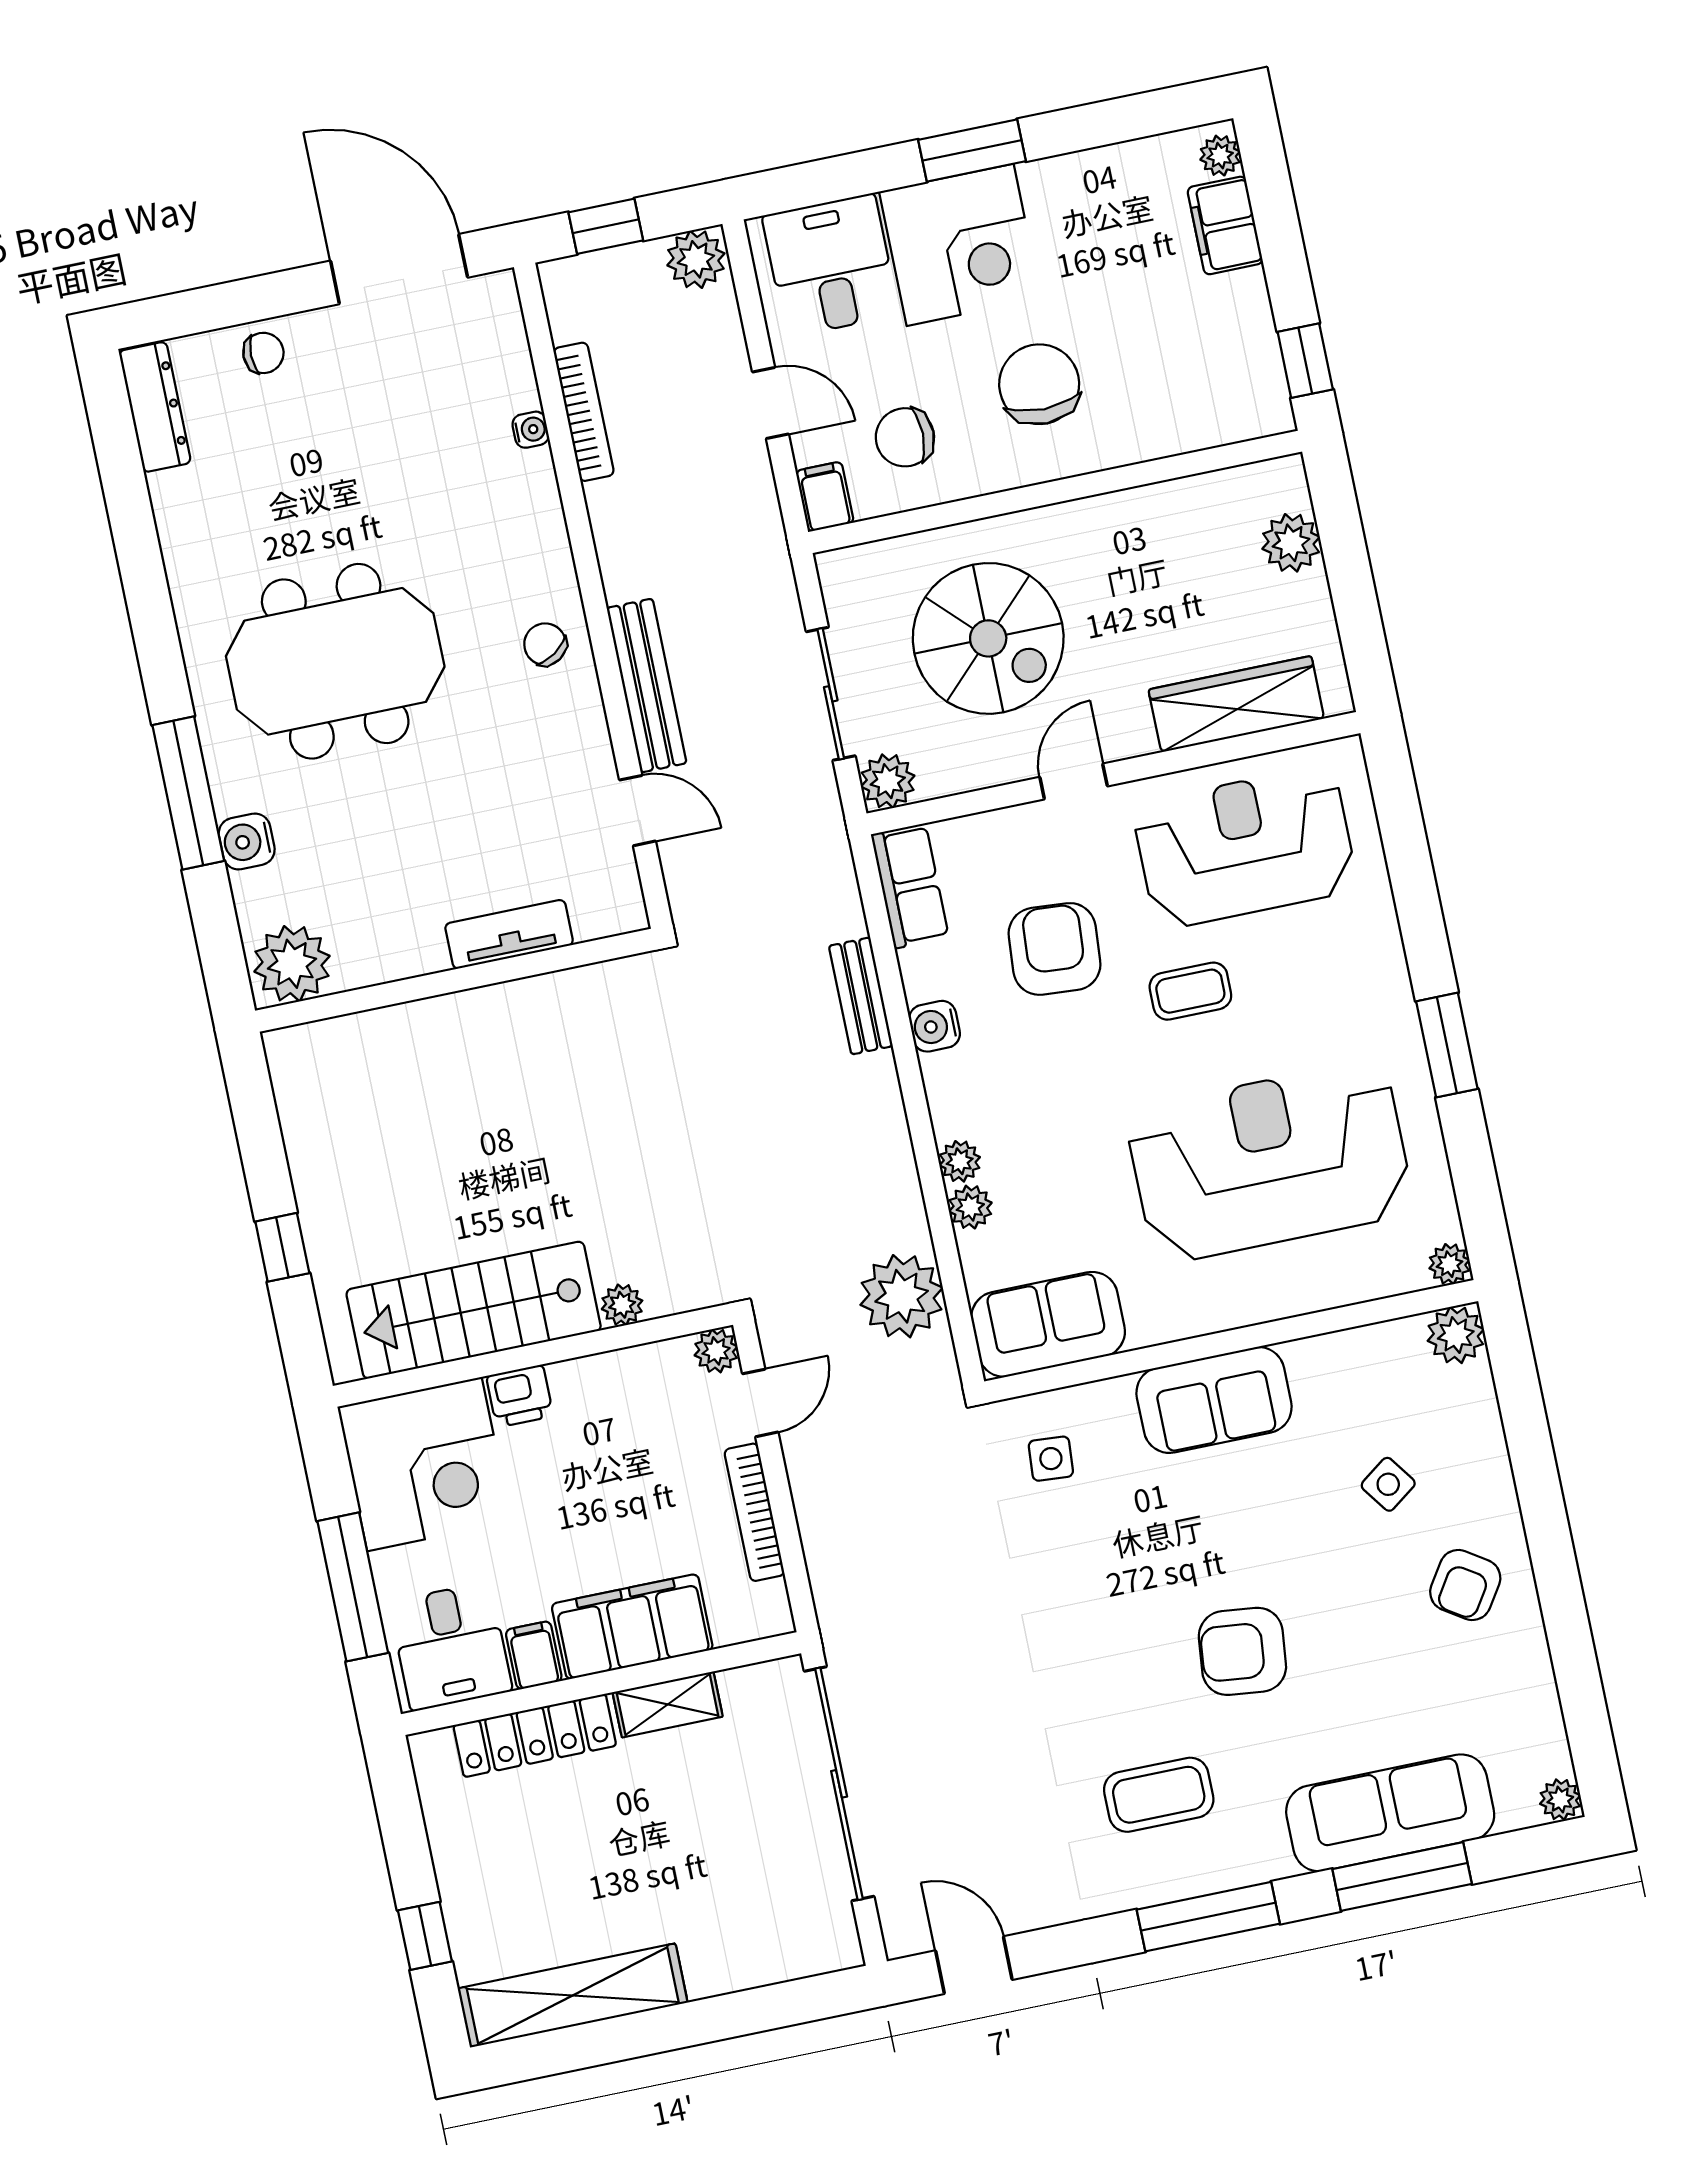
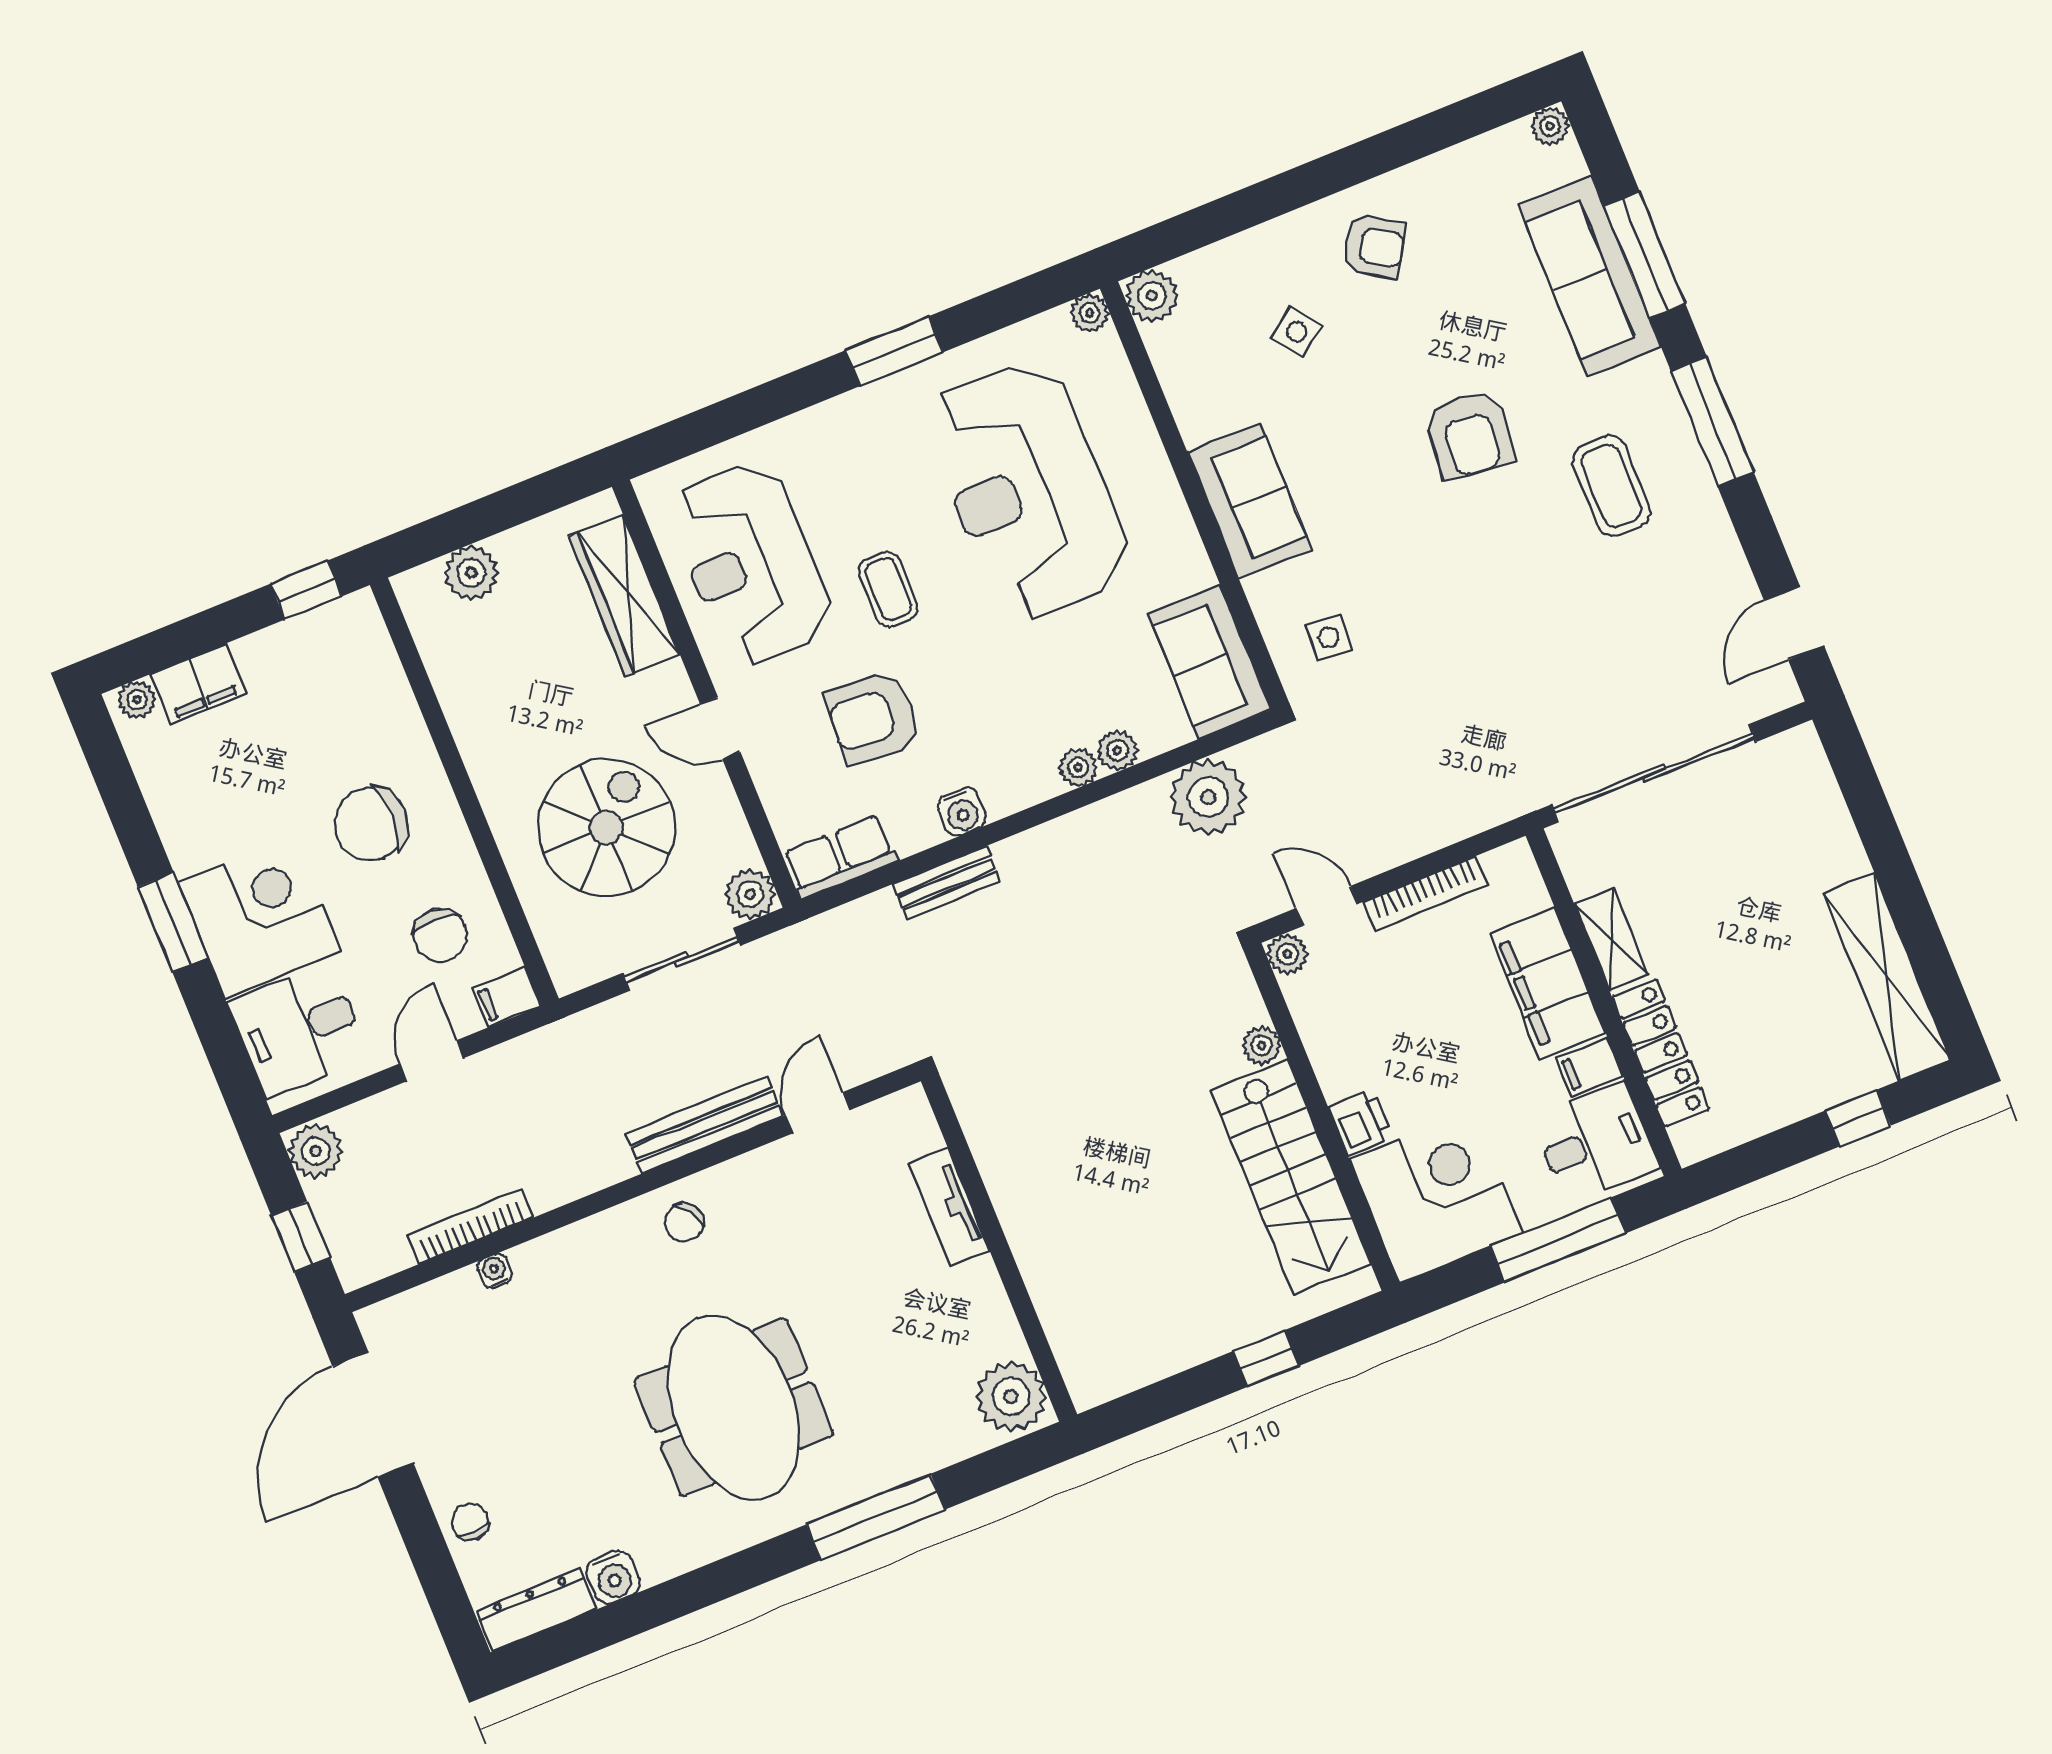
water cooler: (247, 841) -> (613, 1577), moved

